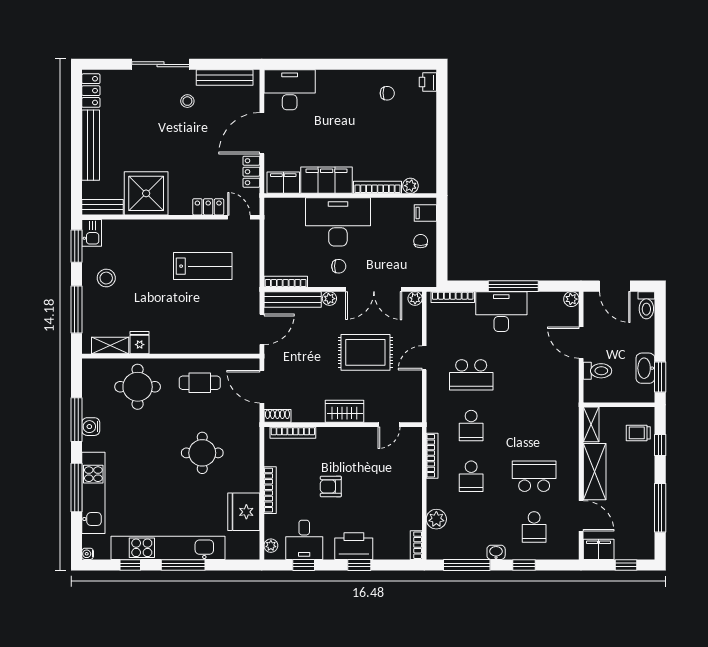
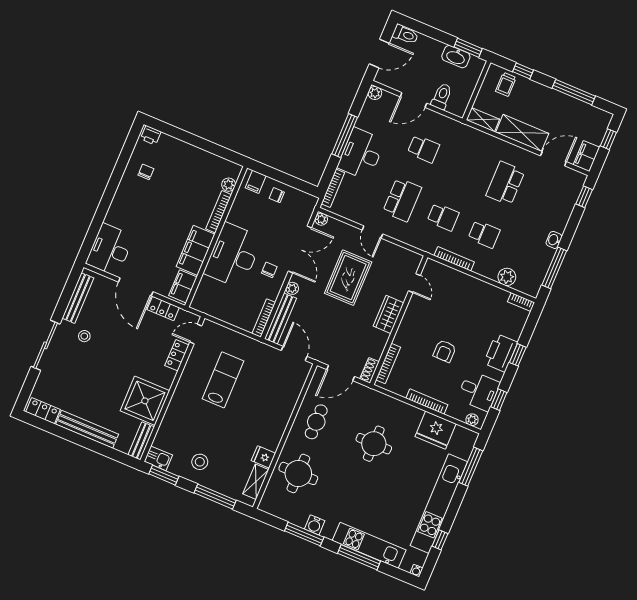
school desk: (534, 527) -> (423, 149), moved
window: (183, 565) -> (471, 467), moved
window: (524, 565) -> (584, 197), moved

